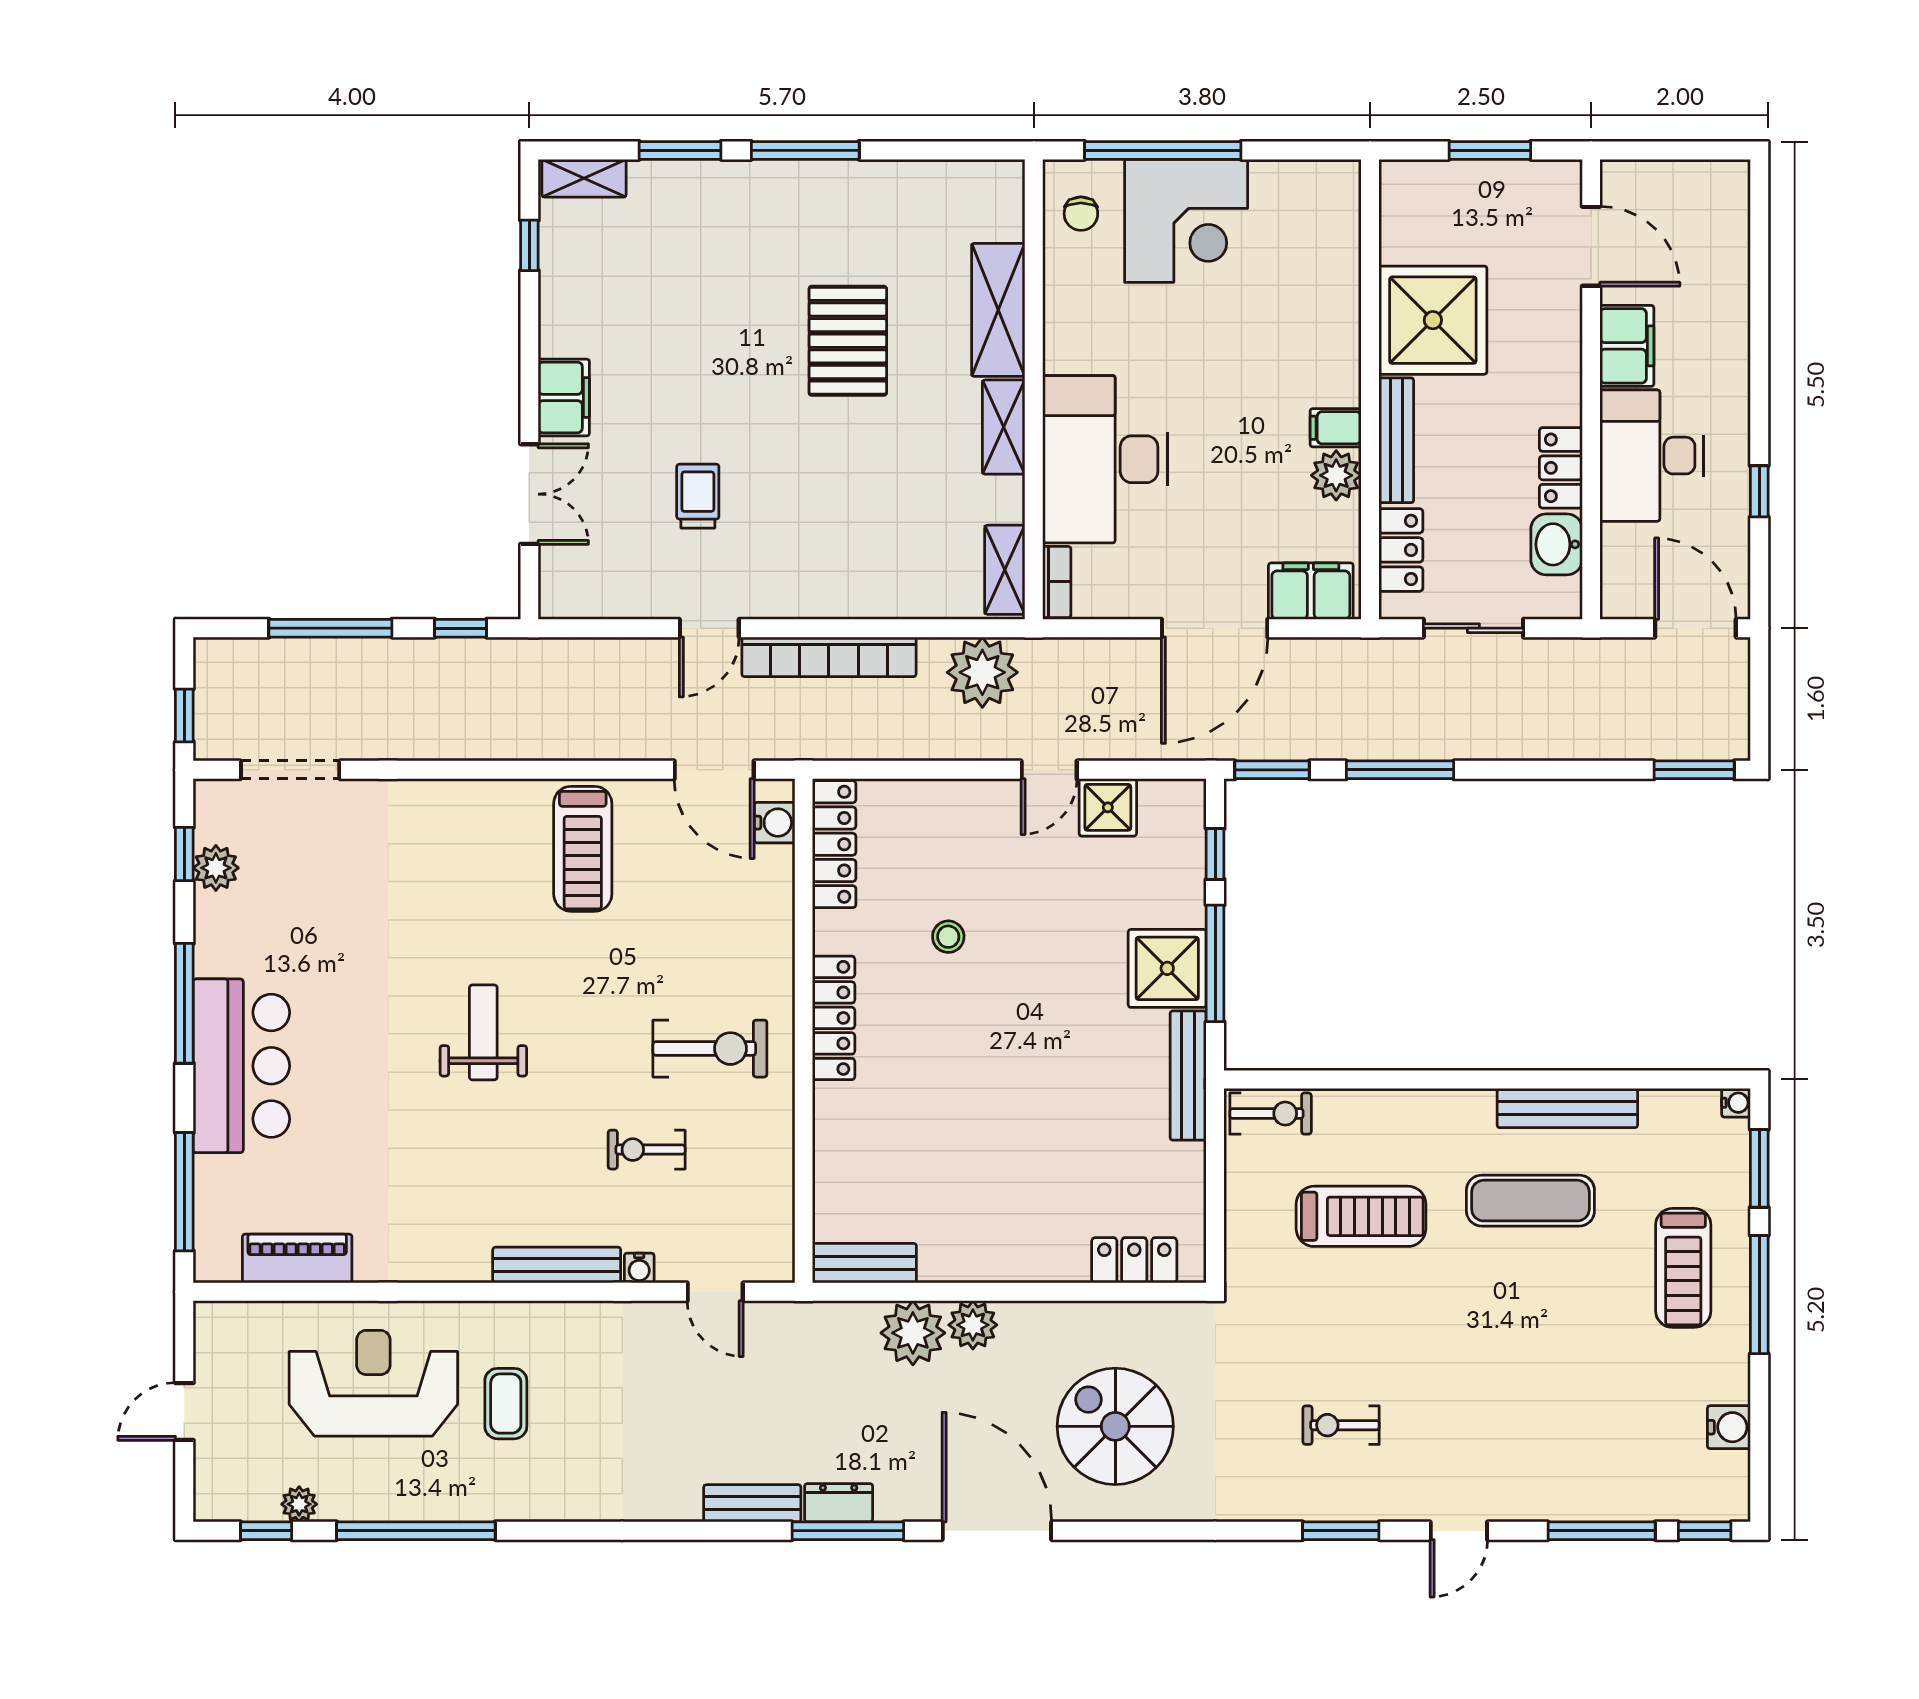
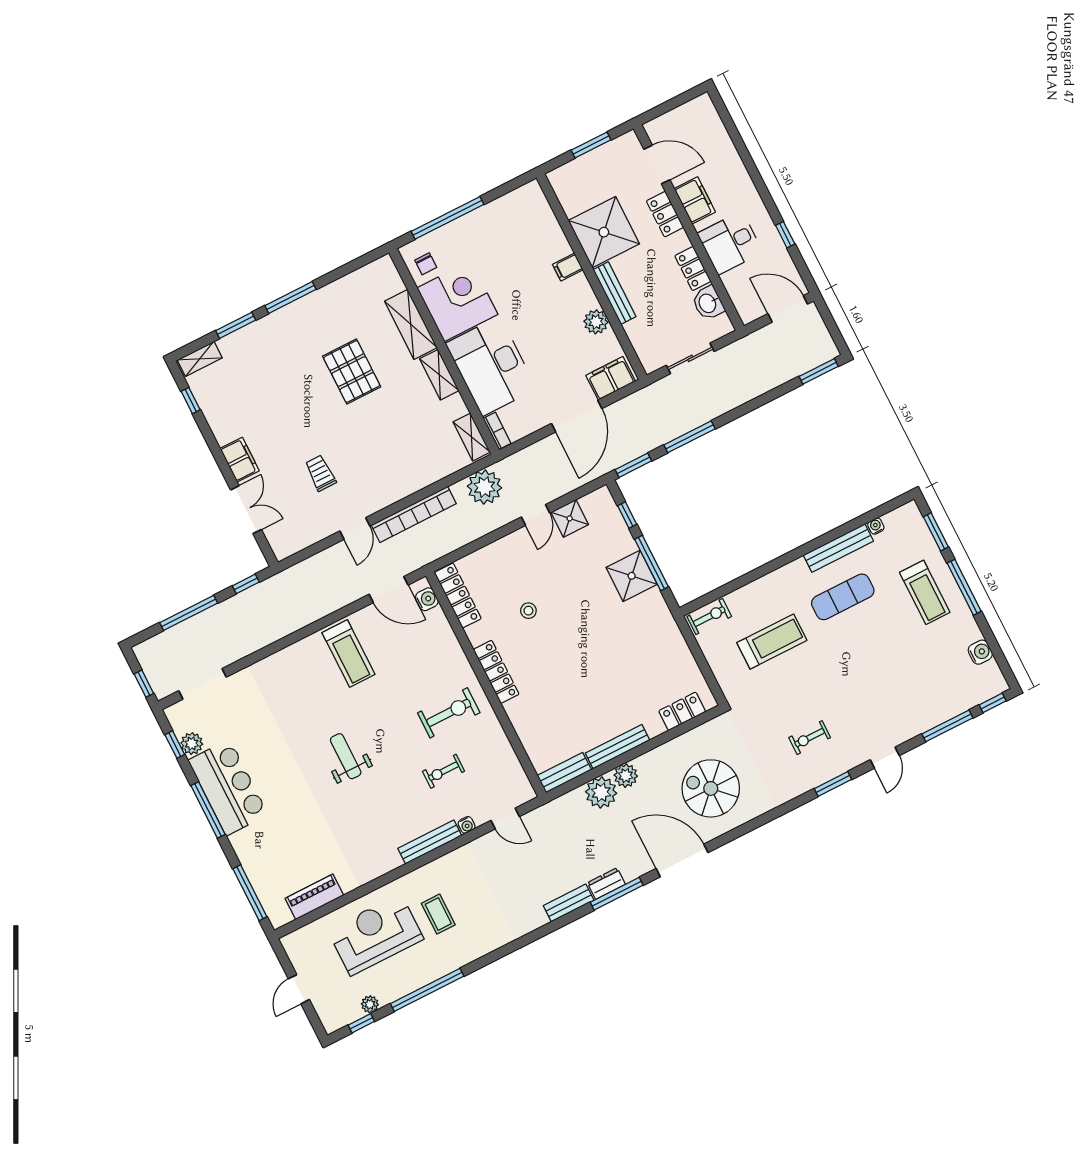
corner desk: (1186, 221) -> (457, 301), moved, turned -90
filing cabinet: (1336, 428) -> (568, 267), moved
desk: (1652, 456) -> (730, 243), width x0.73
locker: (1401, 550) -> (665, 214), moved, turned 180
bar counter: (241, 1066) -> (228, 788), moved
bench: (1188, 1076) -> (617, 747), moved, turned 90
water cooler: (1736, 1103) -> (876, 526), moved, turned -90

